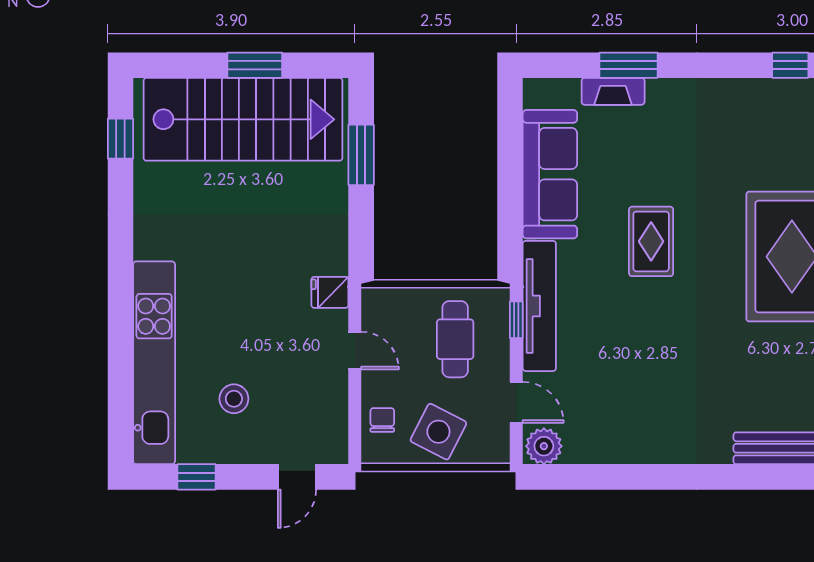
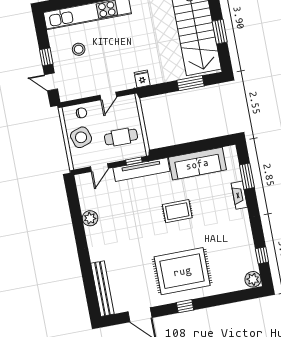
window: (628, 65) -> (247, 176), moved
fireplace: (613, 91) -> (239, 195), moved
fridge: (330, 292) -> (142, 79), moved
side table: (438, 432) -> (81, 137), turned 45
plant: (544, 446) -> (90, 218), moved
window: (196, 477) -> (46, 57), moved

